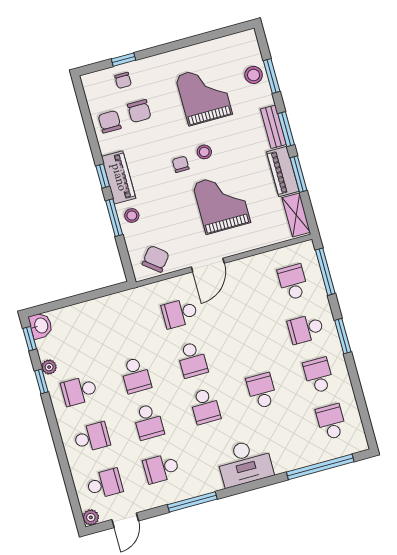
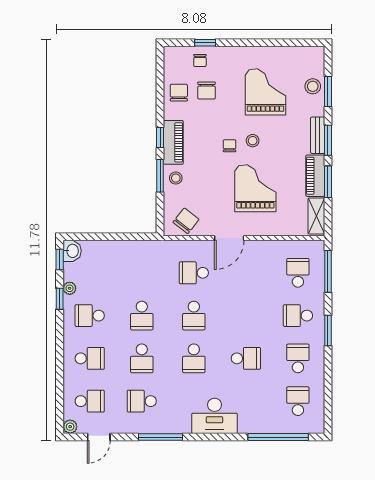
school desk: (262, 391) -> (246, 358), turned 90

